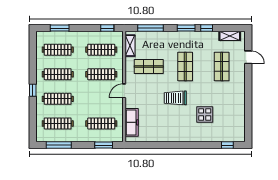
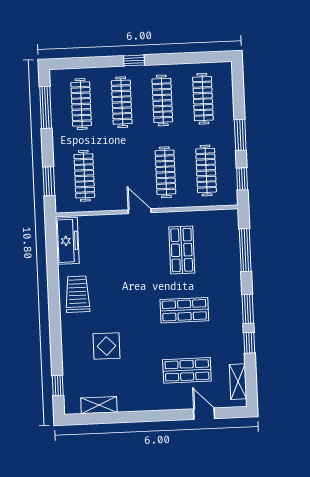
window: (60, 28) -> (240, 135), moved
shelving: (130, 46) -> (99, 405), moved
door: (248, 57) -> (204, 414), swing flipped
trolley: (175, 98) -> (77, 294), moved
freezer: (132, 122) -> (67, 241), moved, turned -90

